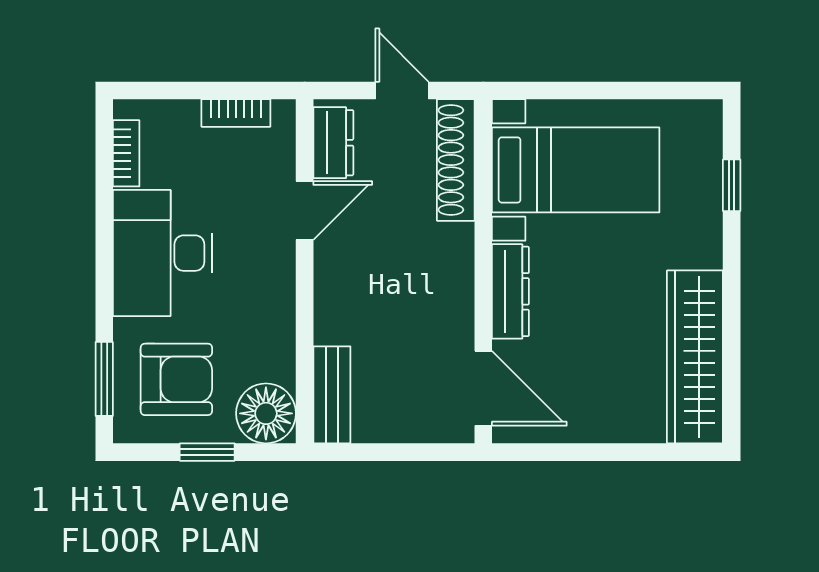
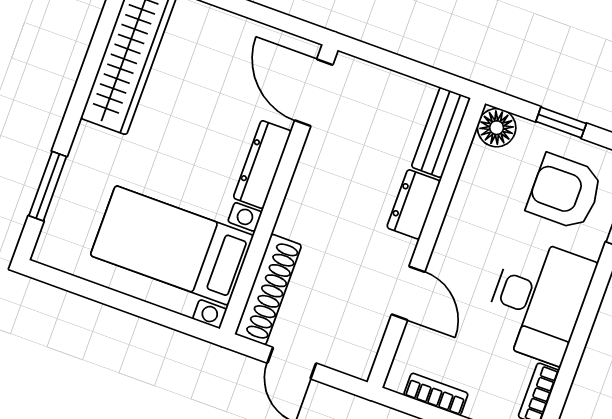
dresser: (333, 143) -> (414, 204), moved
window: (732, 185) -> (48, 186), width x1.50
door: (305, 210) -> (408, 293), swing flipped
floor lamp: (266, 413) -> (497, 128), width x0.73, depth x0.73

